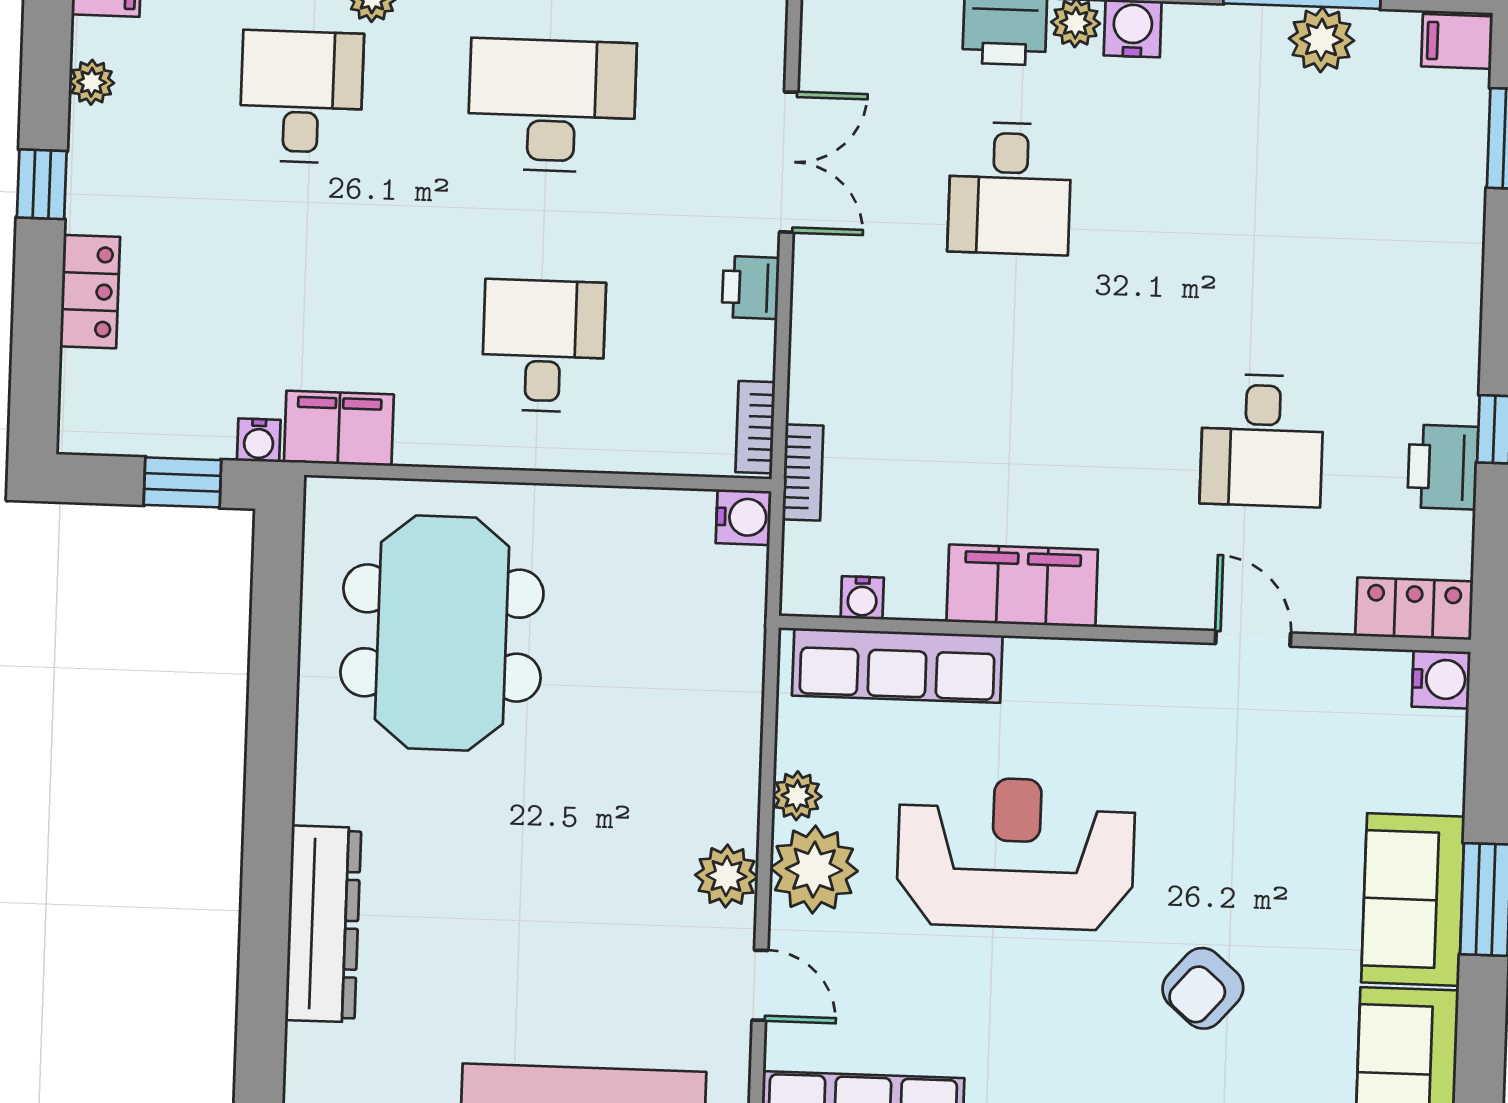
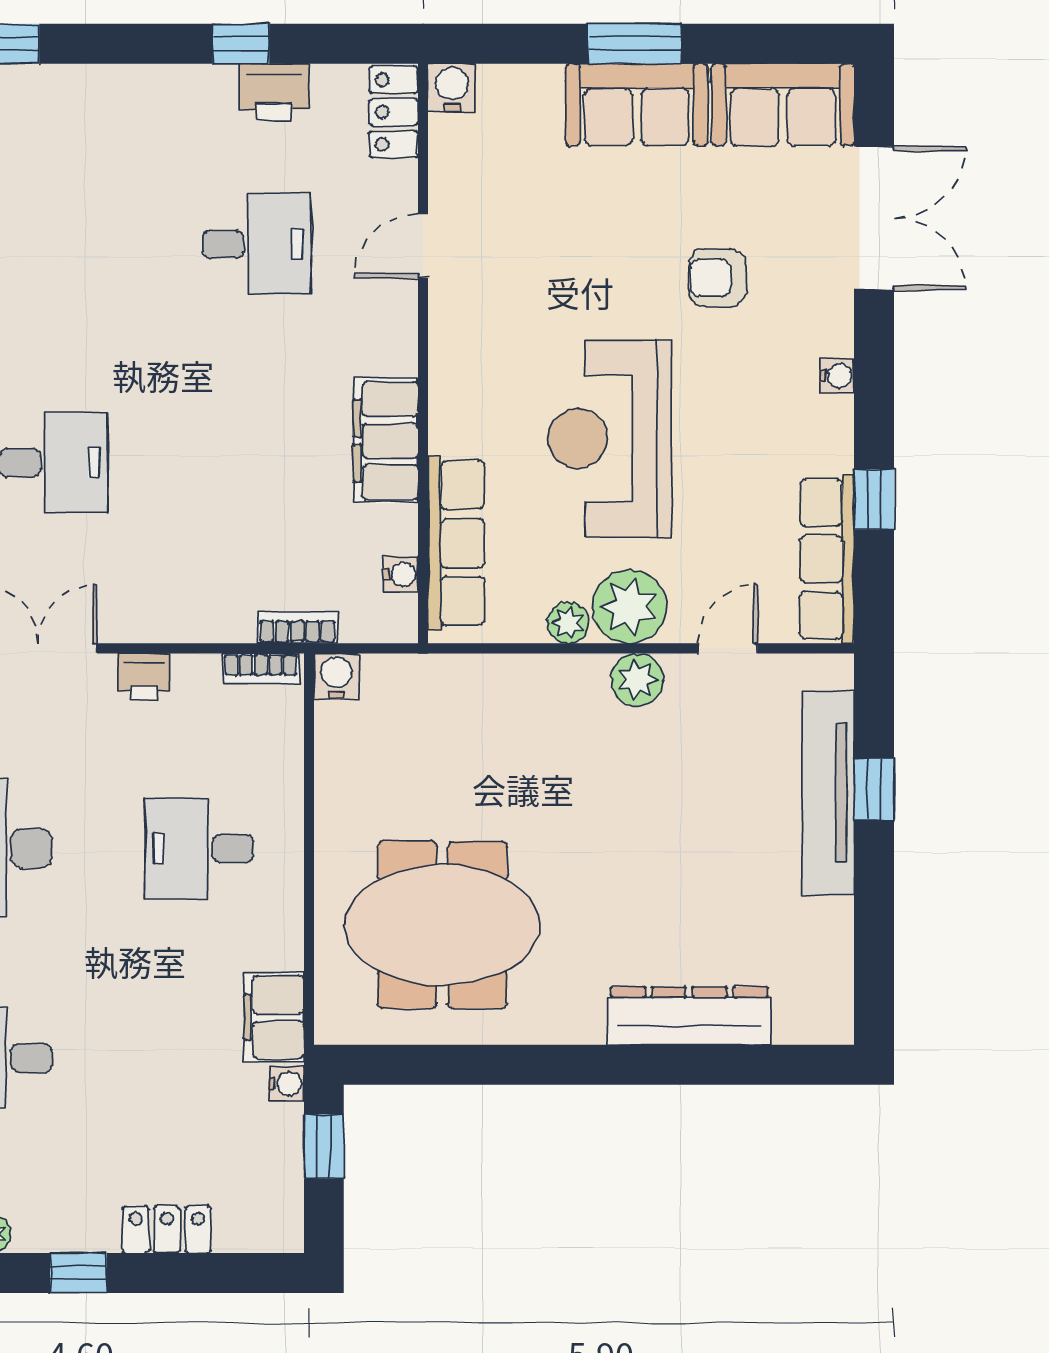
armchair: (1203, 988) -> (717, 278), turned 139

